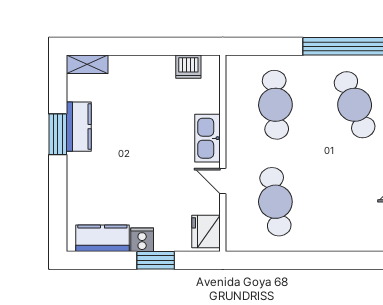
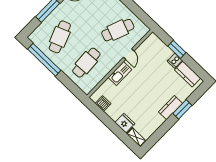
kitchen counter: (79, 127) -> (170, 108), moved
window: (58, 134) -> (182, 109), moved
cafe table: (275, 202) -> (118, 30), turned 30
fridge: (206, 231) -> (125, 123), moved, turned -90

